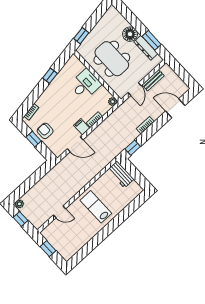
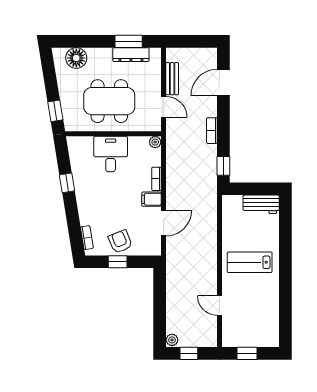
floor lamp: (130, 34) -> (76, 58), moved
armchair: (45, 131) -> (120, 242), turned 68
workbench: (121, 174) -> (261, 204), moved
door: (59, 212) -> (219, 305), swing flipped

